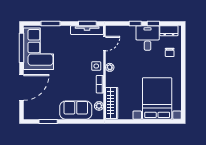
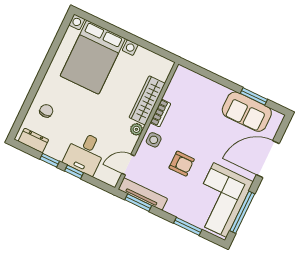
desk: (148, 38) -> (85, 153), moved
armchair: (72, 60) -> (182, 164), added
wardrobe: (112, 103) -> (147, 100), moved
plant: (99, 106) -> (176, 84), removed
sofa: (76, 110) -> (247, 112), moved

